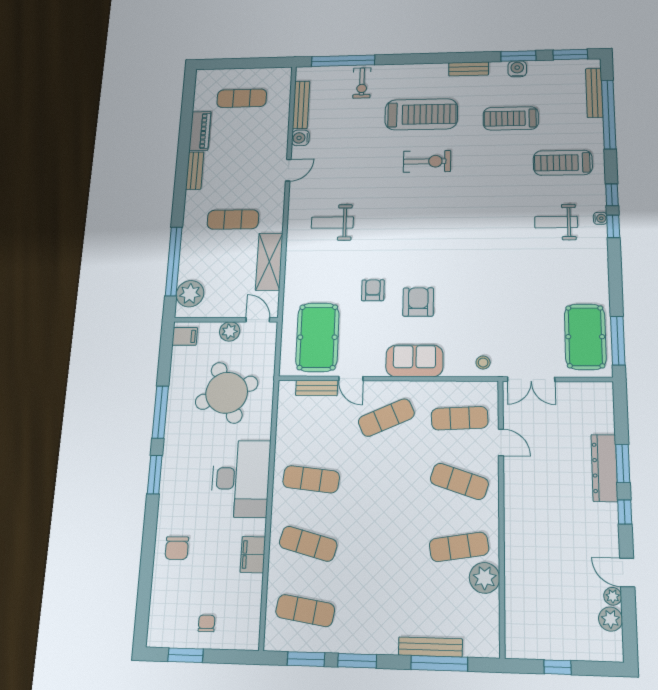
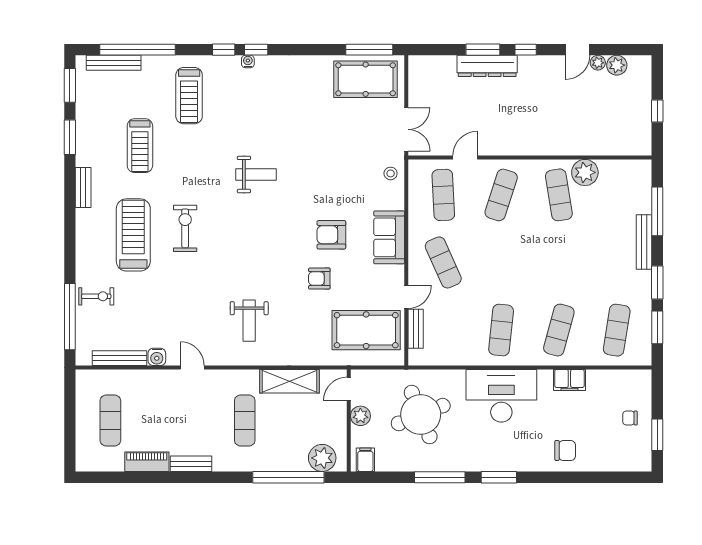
water cooler: (517, 69) -> (85, 139), removed
weight bench: (556, 222) -> (256, 174), moved, turned -90
bench: (430, 647) -> (644, 242), moved

